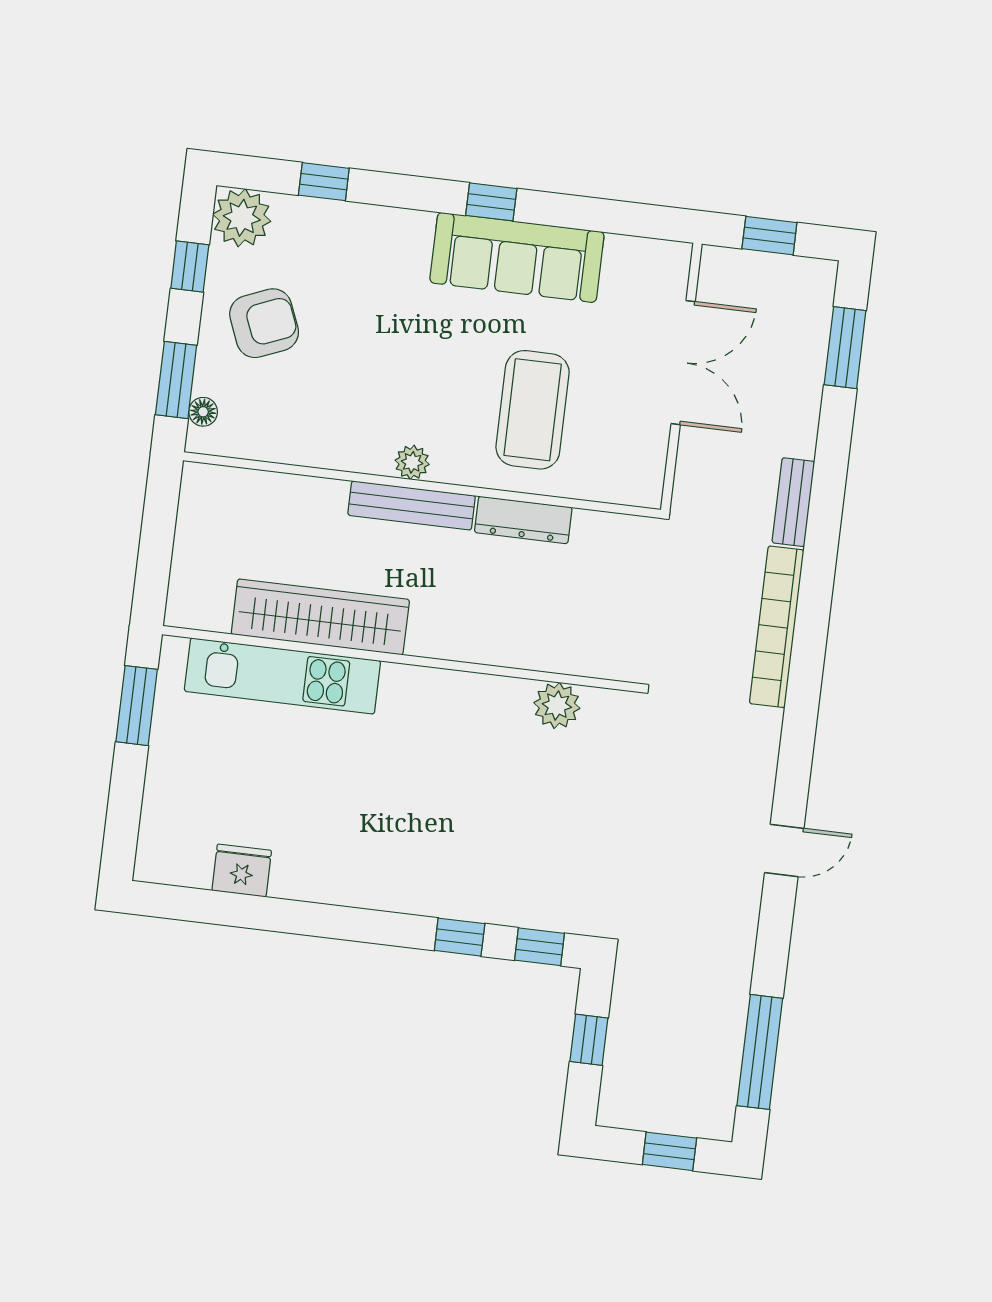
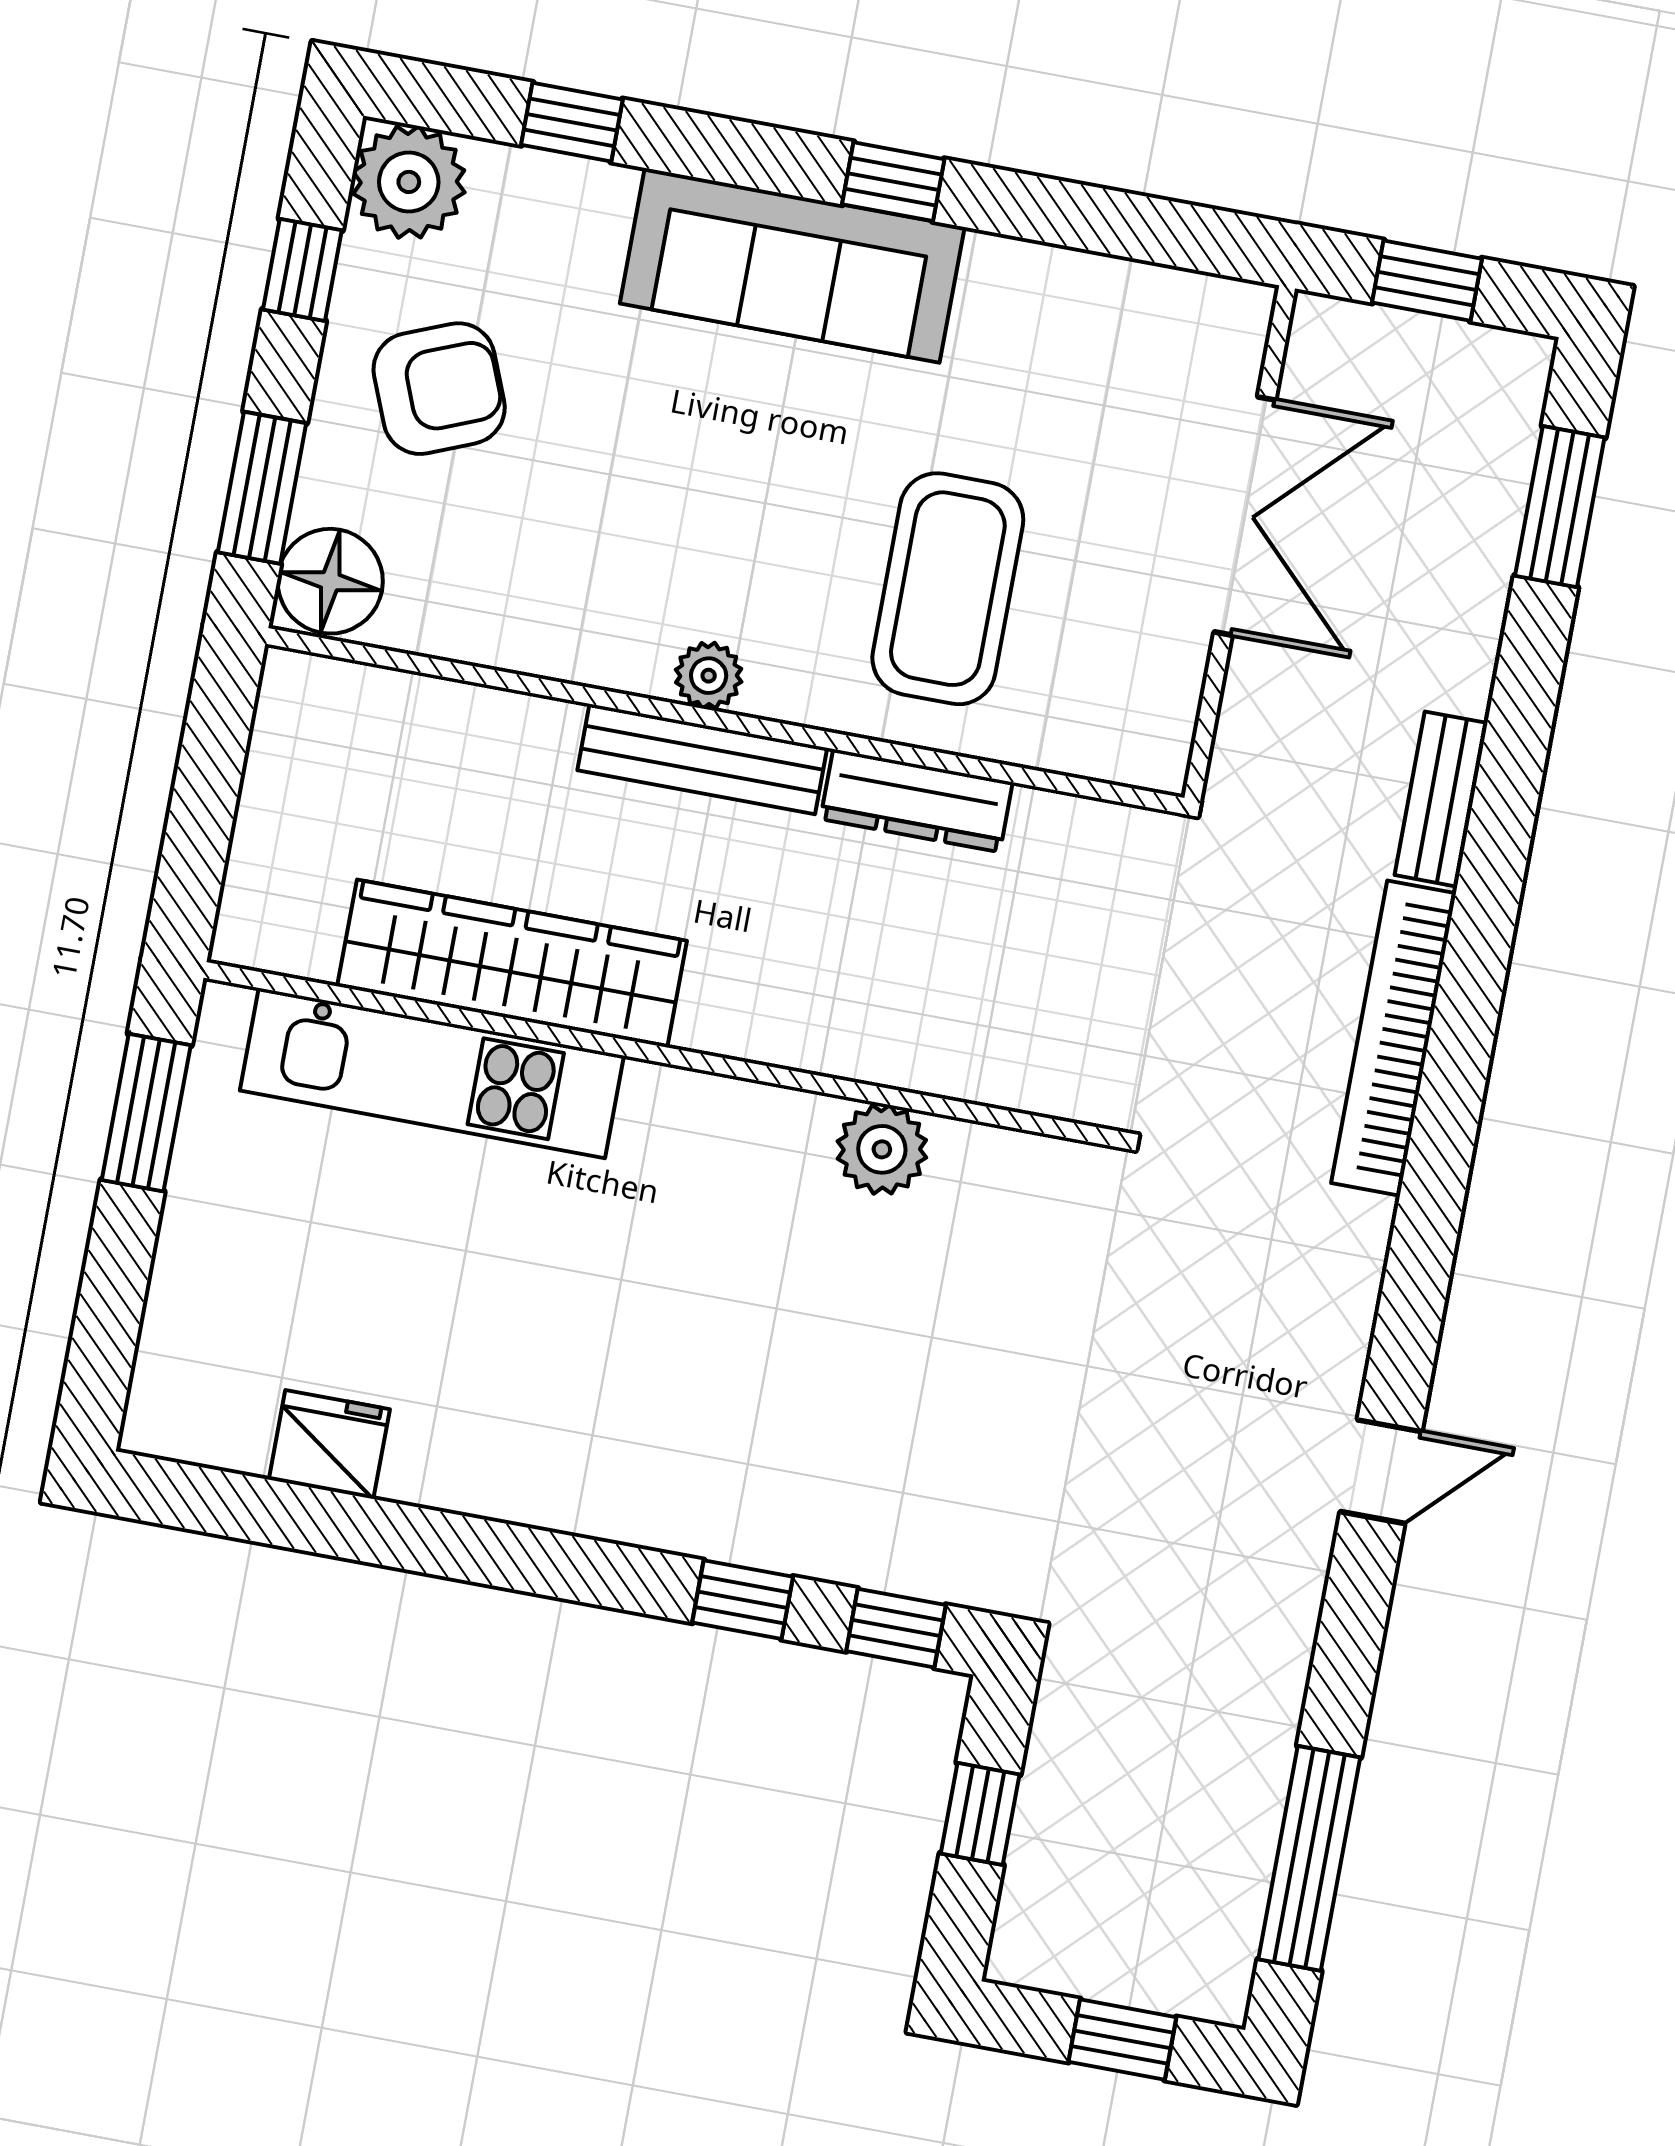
sofa: (517, 257) -> (792, 265), moved
floor lamp: (203, 412) -> (330, 581), width x1.89, depth x1.89
plant: (557, 706) -> (882, 1149), moved

